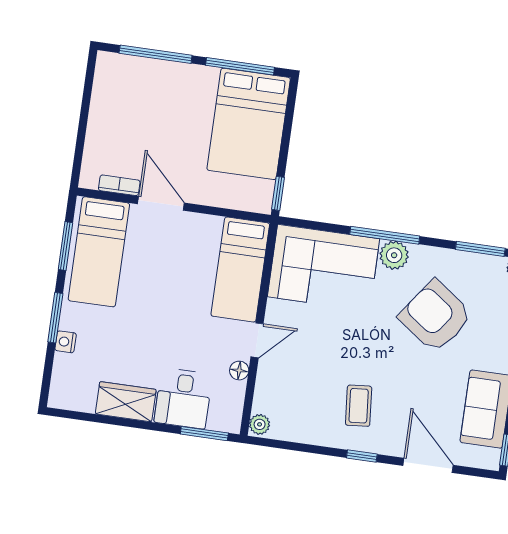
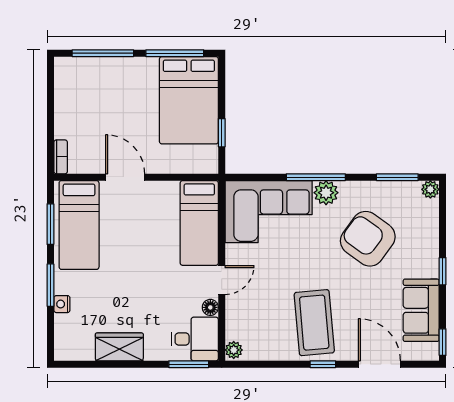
bookcase: (119, 185) -> (61, 157), moved, turned 90
window: (278, 193) -> (222, 133), moved
desk: (183, 398) -> (195, 339), moved, turned -90
coffee table: (359, 406) -> (314, 323), width x1.86, depth x1.72

